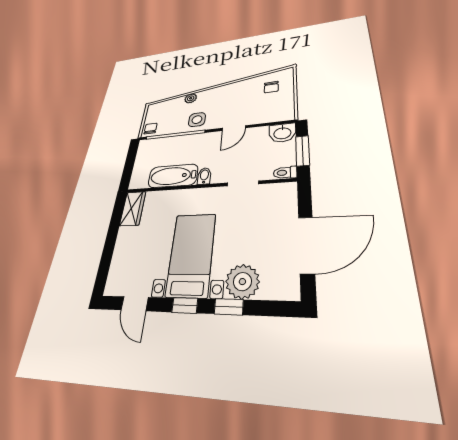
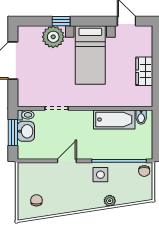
washbasin: (282, 133) -> (26, 131), moved, turned 90
bidet: (204, 176) -> (141, 117), moved
wardrobe: (133, 209) -> (144, 71), moved
window: (185, 305) -> (90, 21), removed

